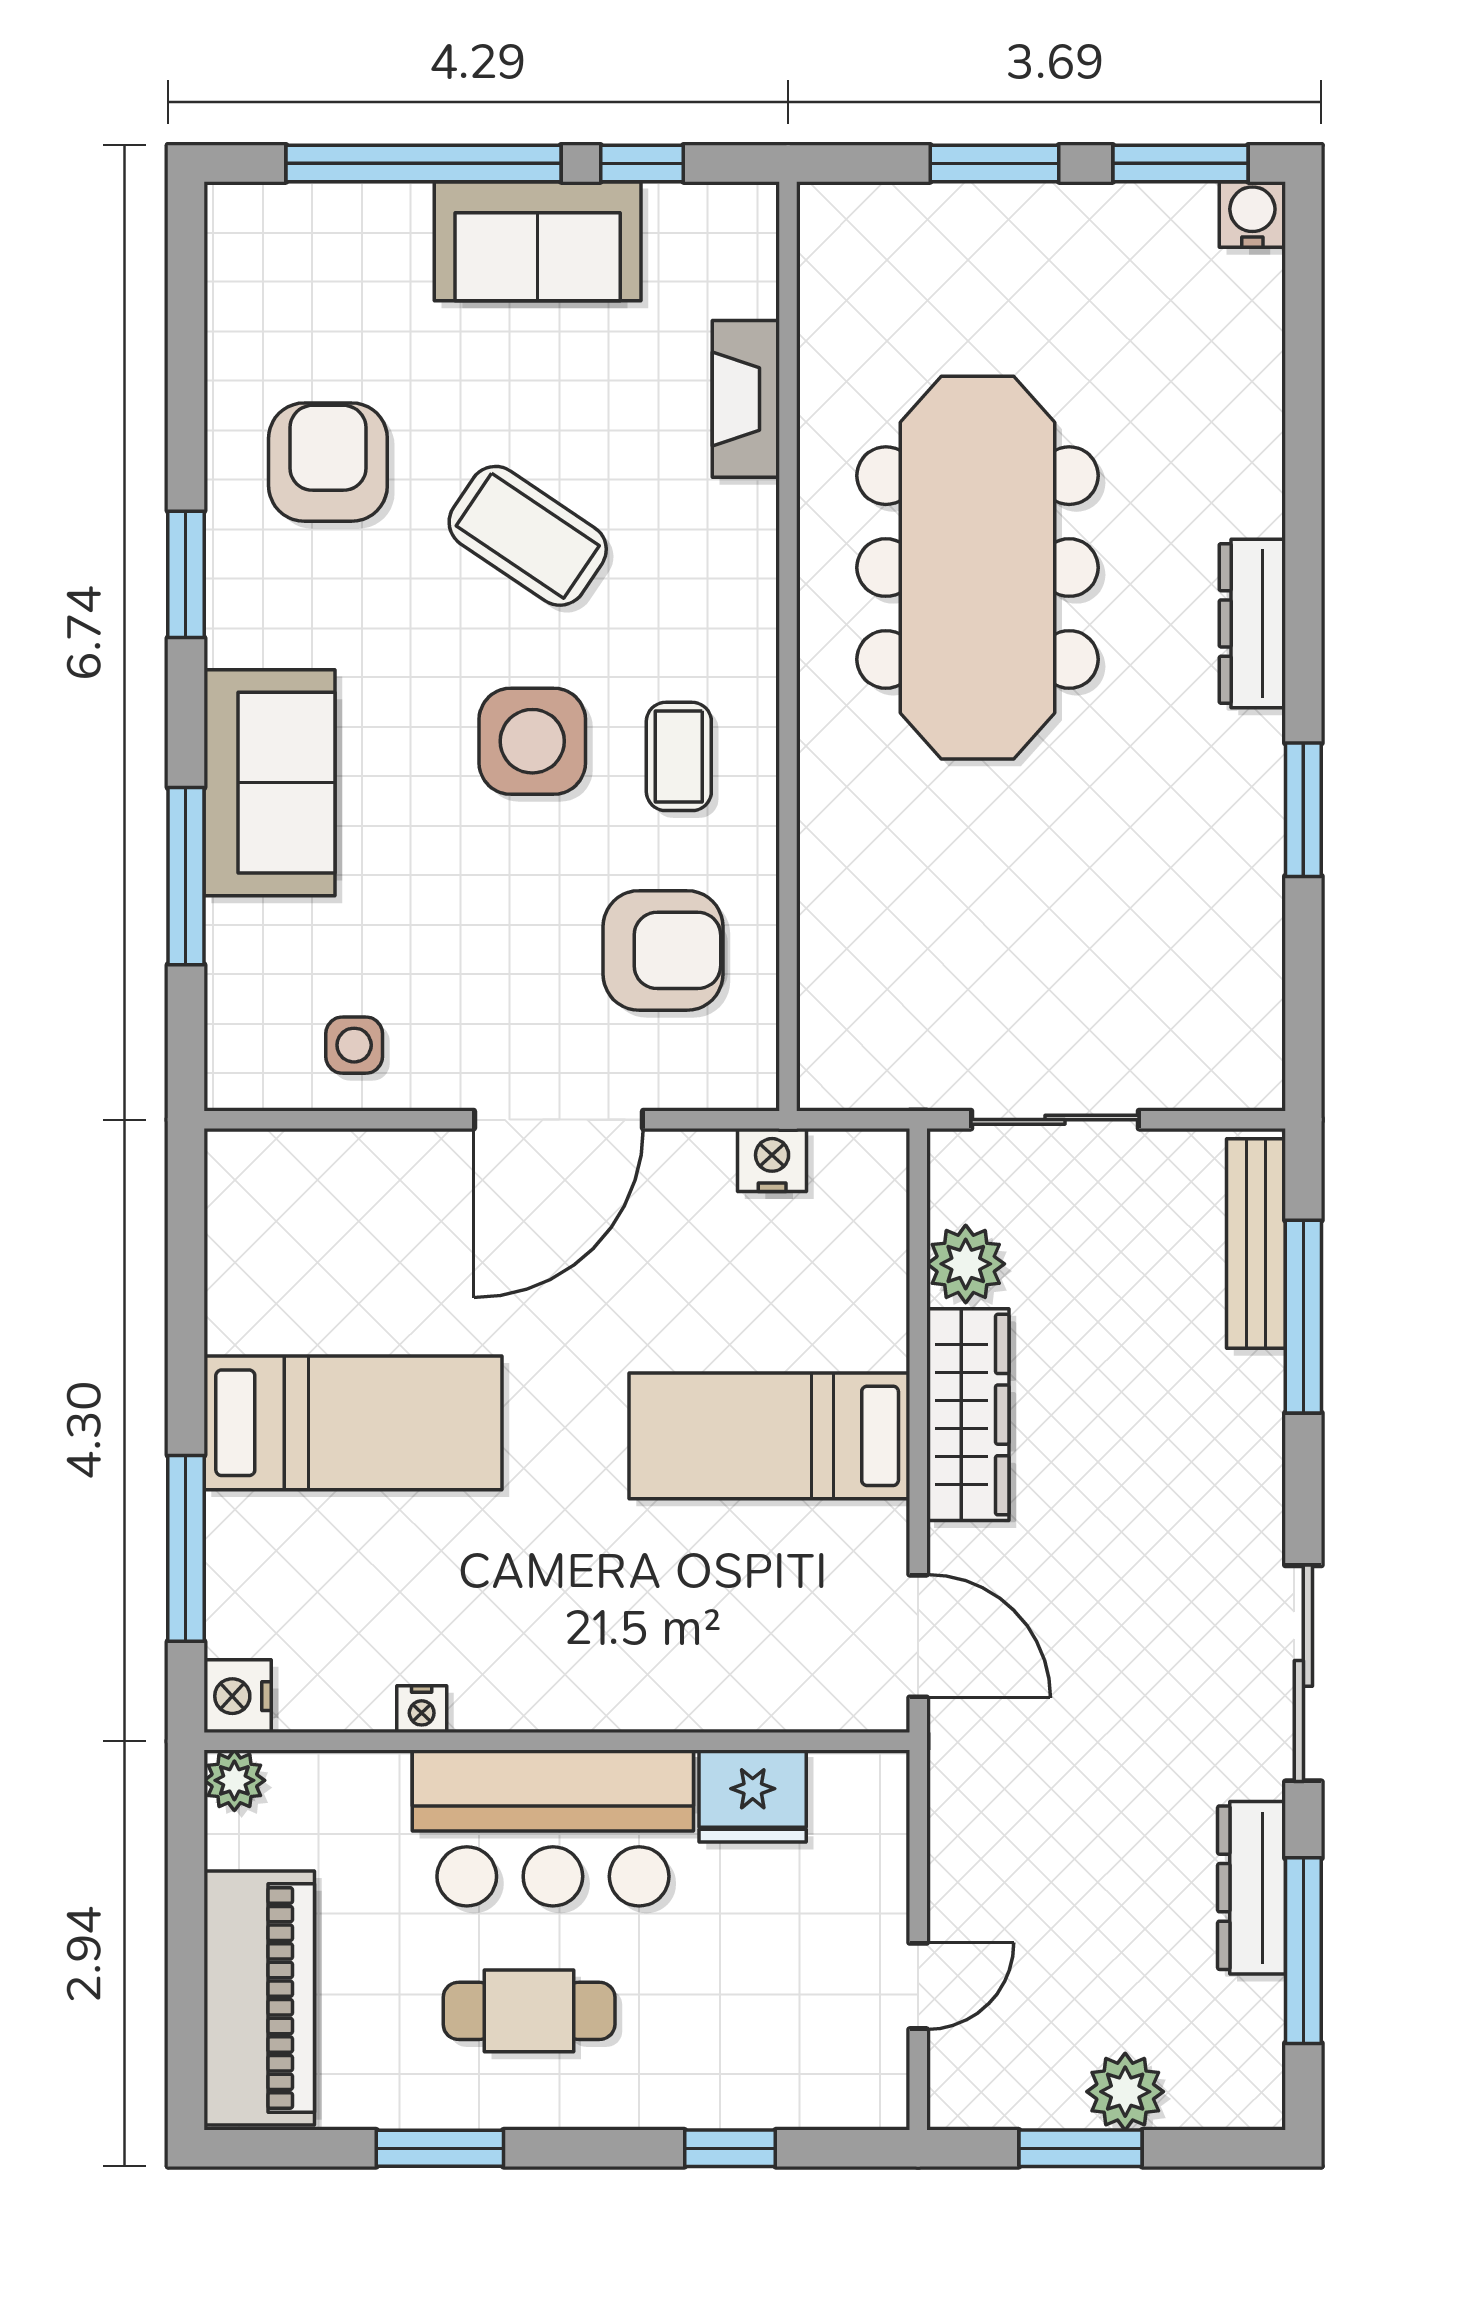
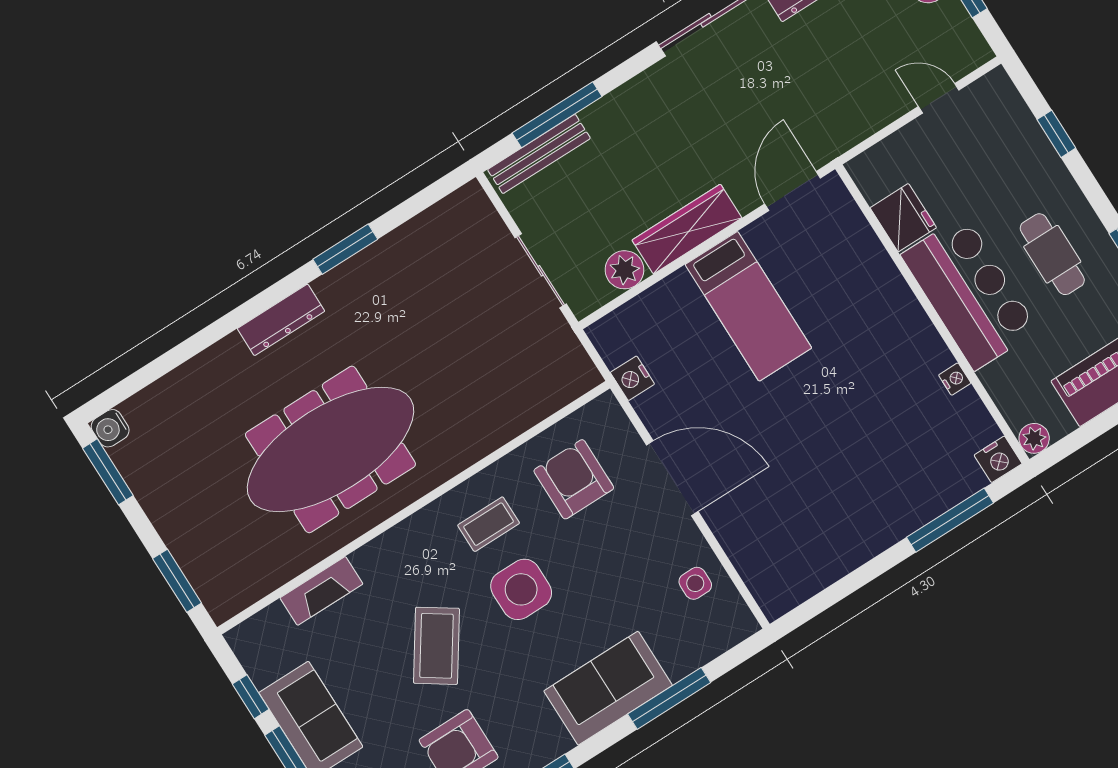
window: (995, 163) -> (177, 581), moved
bed: (353, 1423) -> (853, 484), removed

